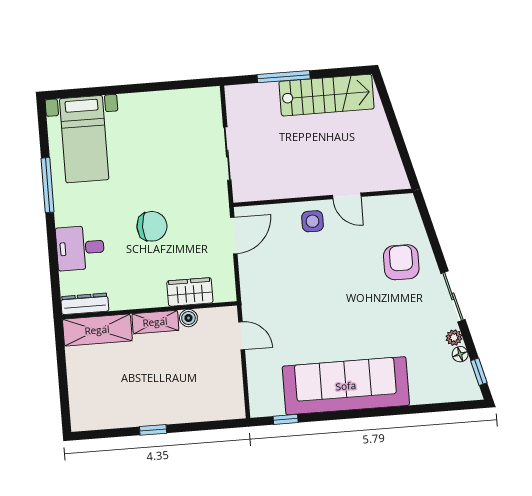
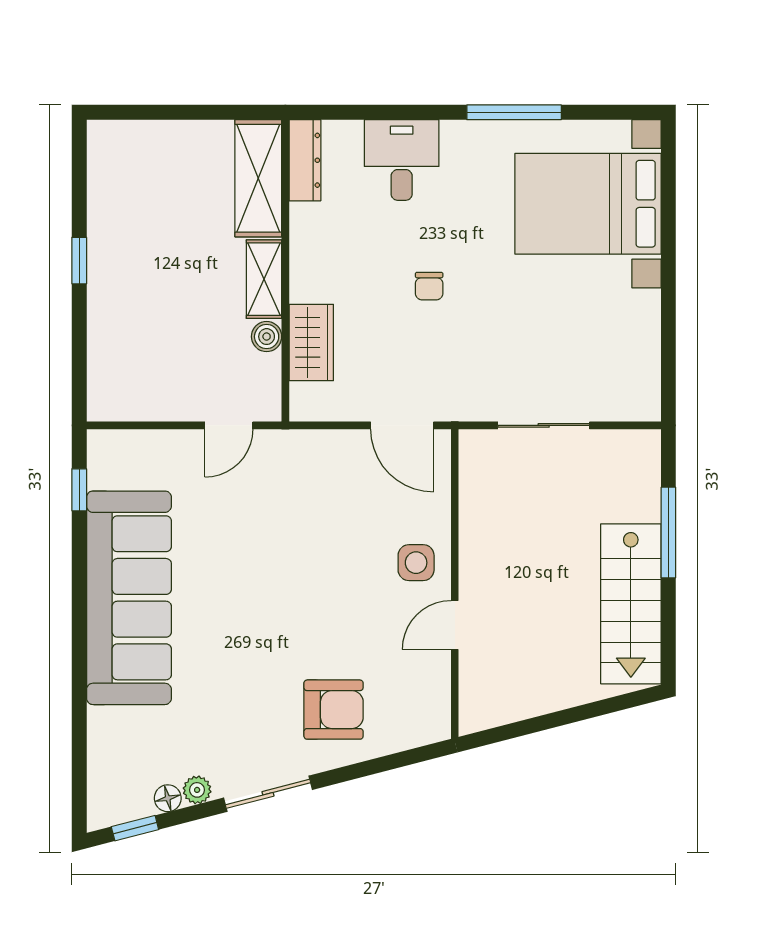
bed with nightstands: (84, 139) -> (588, 204), width x1.36
chair: (152, 226) -> (429, 286), width x0.54, depth x0.54

